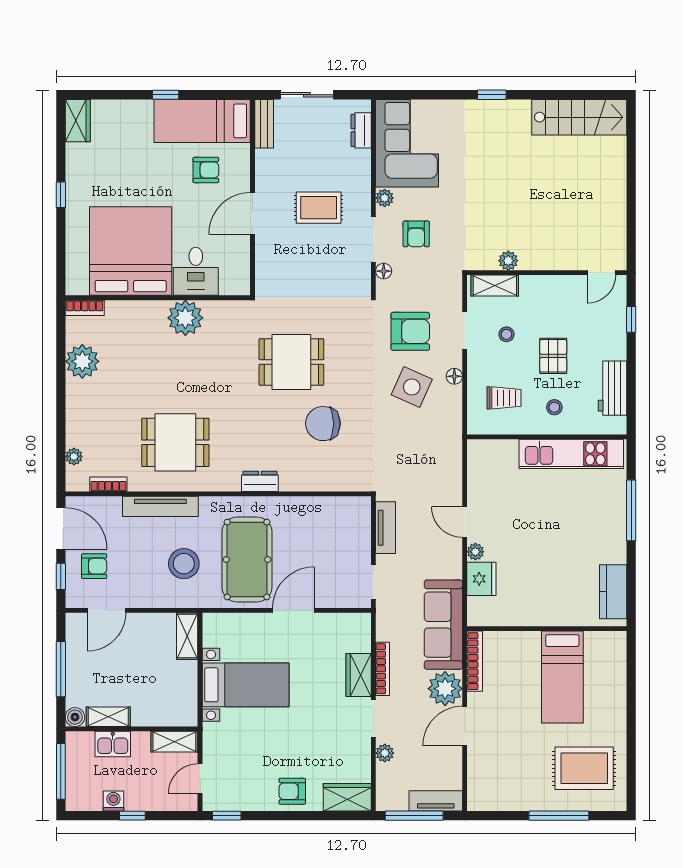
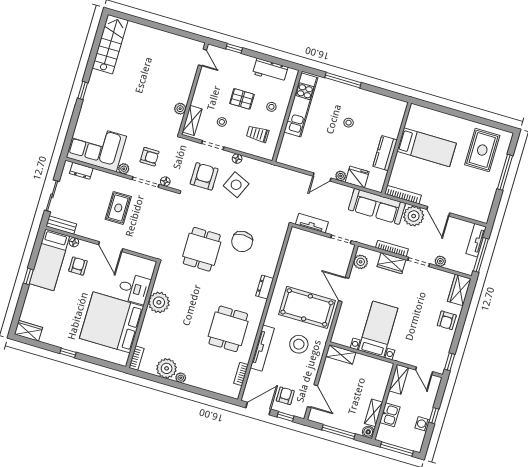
floor lamp: (242, 152) -> (74, 242), added
trolley: (504, 398) -> (258, 134), turned -90
plant: (74, 456) -> (181, 378), moved
stool: (565, 539) -> (349, 123), added
kitchen counter: (613, 592) -> (385, 153), moved, turned 90
plant: (346, 625) -> (361, 262), added

